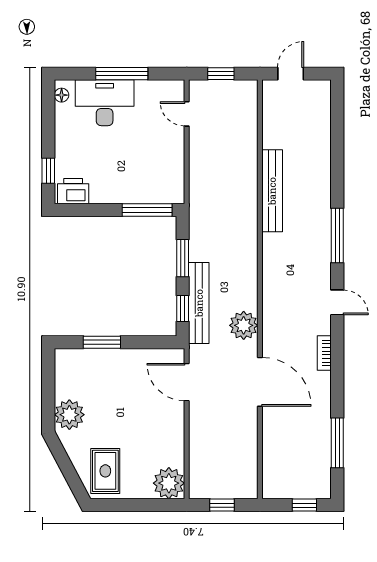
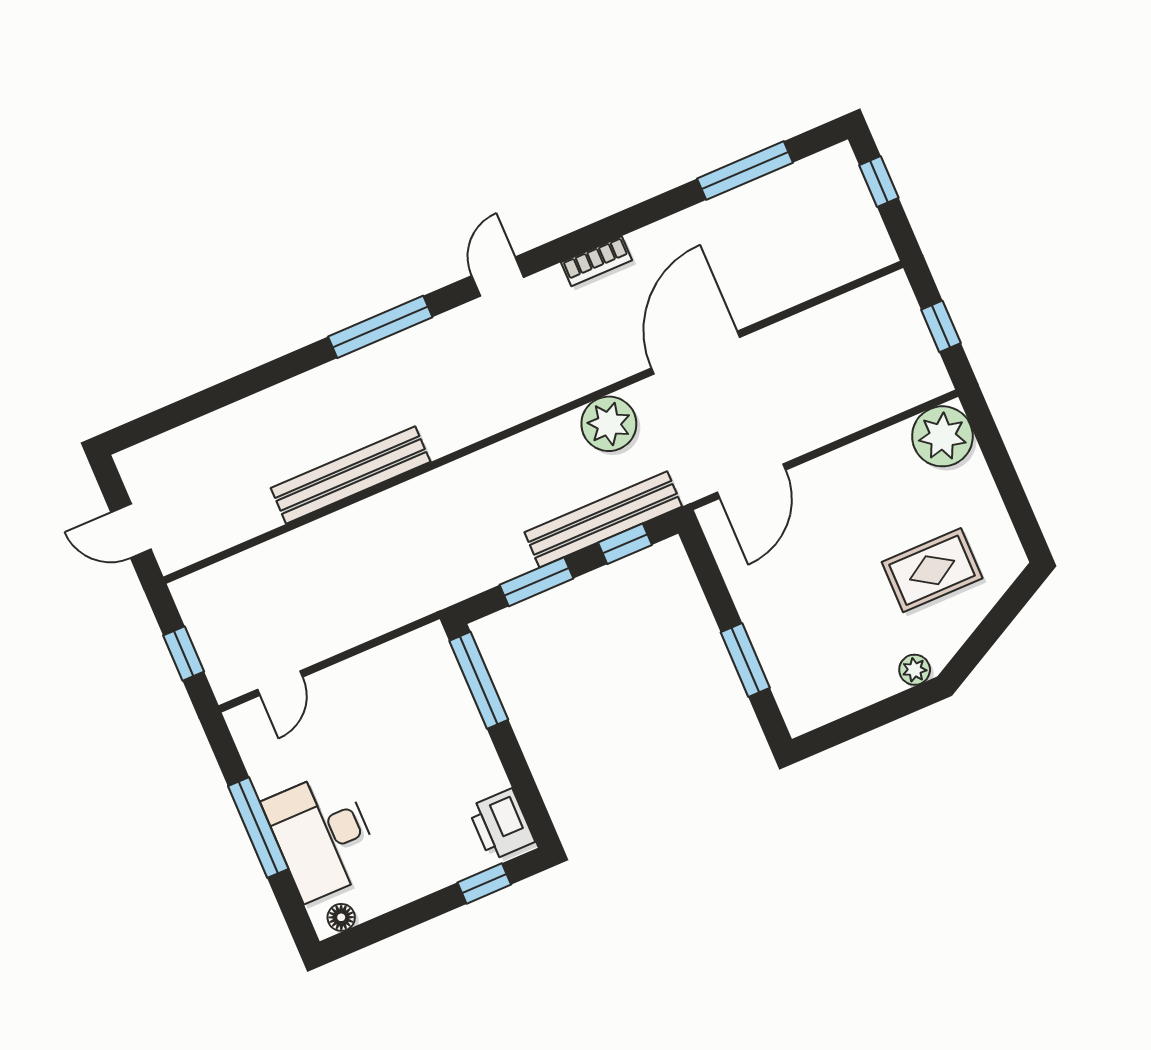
plant: (69, 415) -> (915, 670), width x0.53, depth x0.53
rug: (105, 471) -> (932, 570), moved

